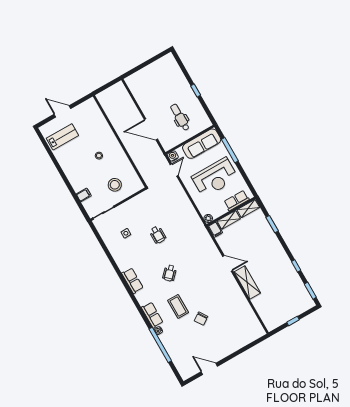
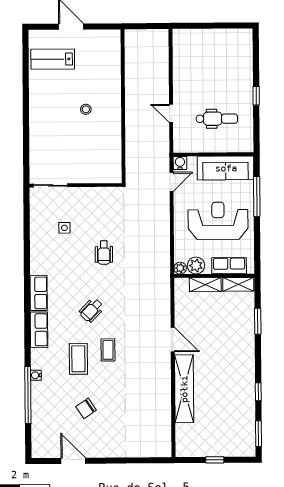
dental chair: (180, 117) -> (217, 119), turned 90
door: (151, 129) -> (171, 113), width x0.53
lab bench: (62, 137) -> (53, 59), turned 180
reception desk: (215, 178) -> (218, 221), turned 180
stool: (115, 185) -> (85, 158), removed
filing cabinet: (84, 195) -> (38, 149), removed
plant: (217, 212) -> (196, 266), added
filing cabinet: (215, 229) -> (181, 287), removed
shelving: (247, 282) -> (184, 389), width x1.47
coffee table: (193, 291) -> (108, 350), added
row of seats: (152, 315) -> (39, 330), moved
chair: (201, 319) -> (86, 408), moved

